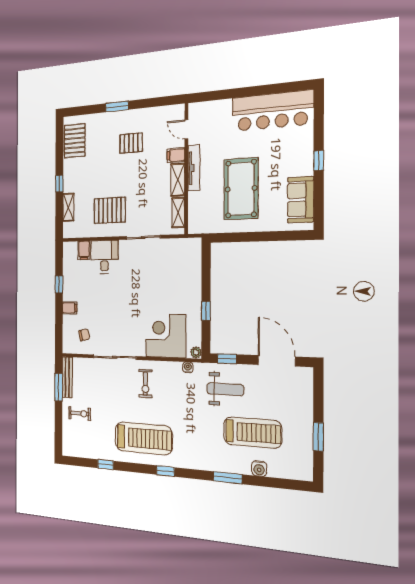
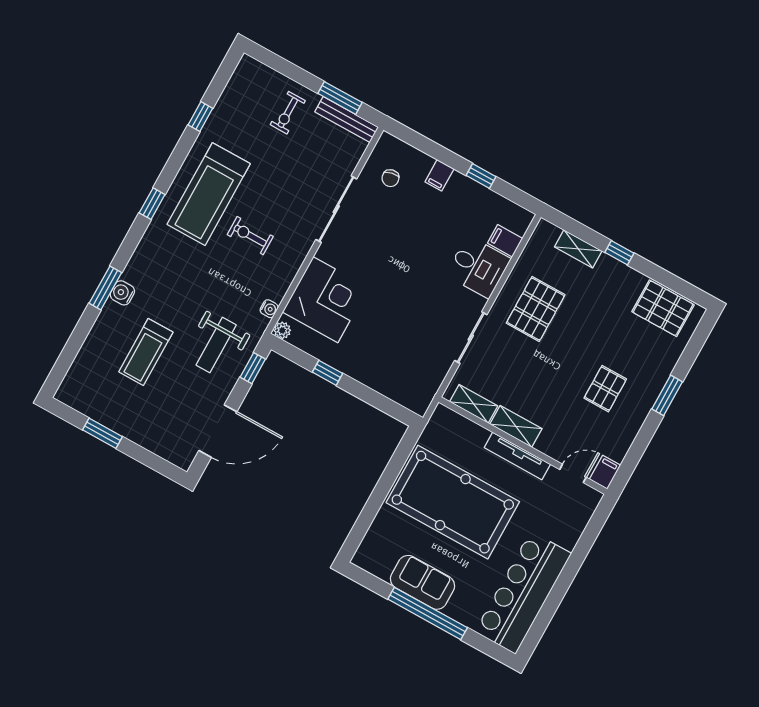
filing cabinet: (176, 155) -> (605, 472), moved
window: (319, 161) -> (428, 613), width x3.17
pool table: (241, 189) -> (453, 502), width x1.36, depth x1.32
sofa: (301, 200) -> (422, 582), moved
exercise bike: (145, 384) -> (250, 236), moved
treadmill: (252, 433) -> (146, 352), width x0.73, depth x0.73
water cooler: (259, 469) -> (122, 293), moved

